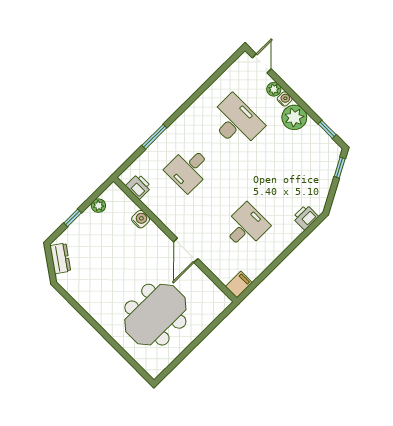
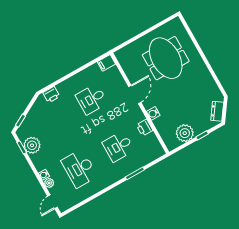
plant: (294, 117) -> (32, 145), moved
desk: (189, 169) -> (118, 146), turned 180
printer: (139, 186) -> (145, 128), moved
plant: (98, 206) -> (185, 133), width x1.87, depth x1.87
water cooler: (141, 219) -> (153, 113), moved
meeting table: (155, 315) -> (166, 58), turned 90

